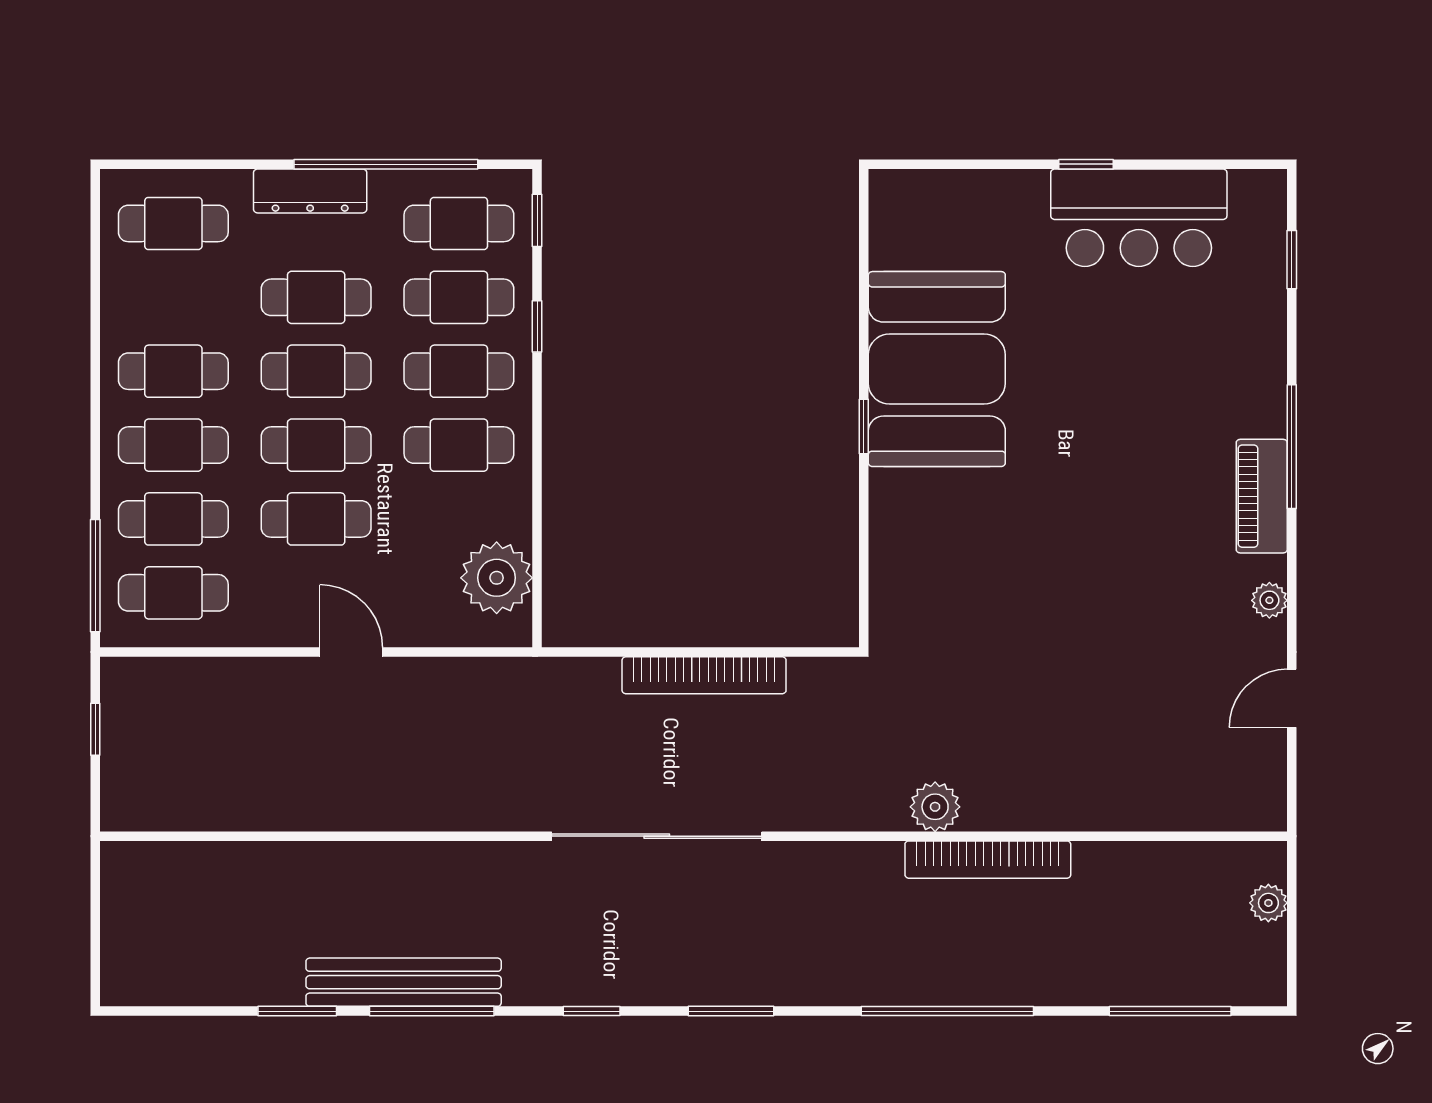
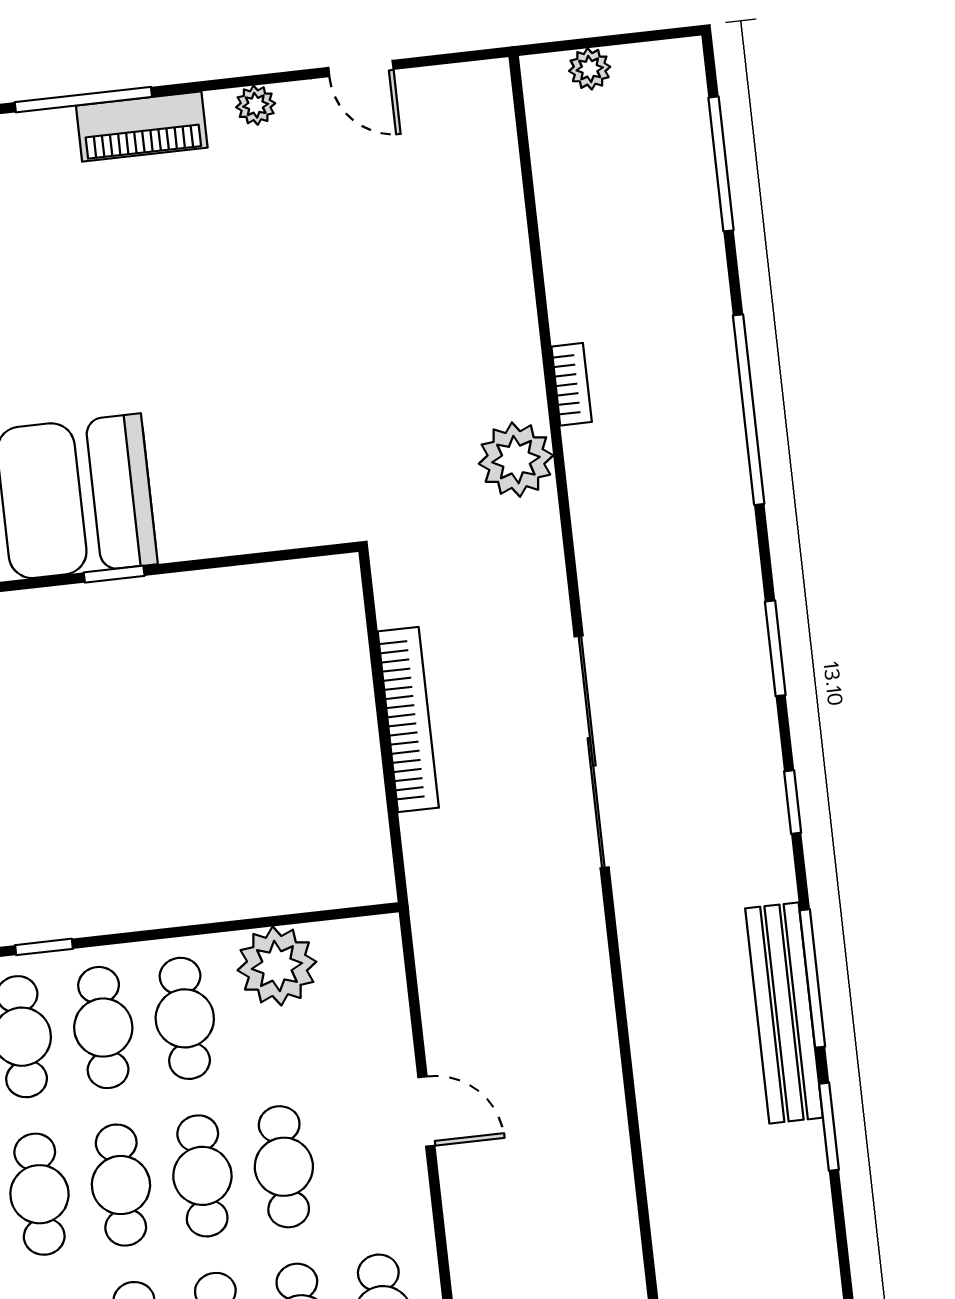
plant: (497, 578) -> (277, 966), moved
door: (351, 652) -> (426, 1112), swing flipped
plant: (935, 807) -> (516, 460), width x1.36, depth x1.36
bookcase: (988, 860) -> (572, 384), width x0.43, depth x0.76

